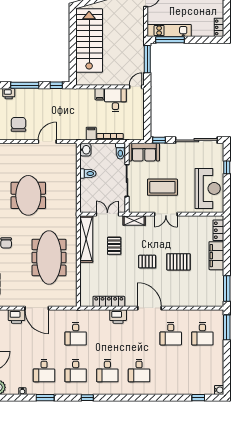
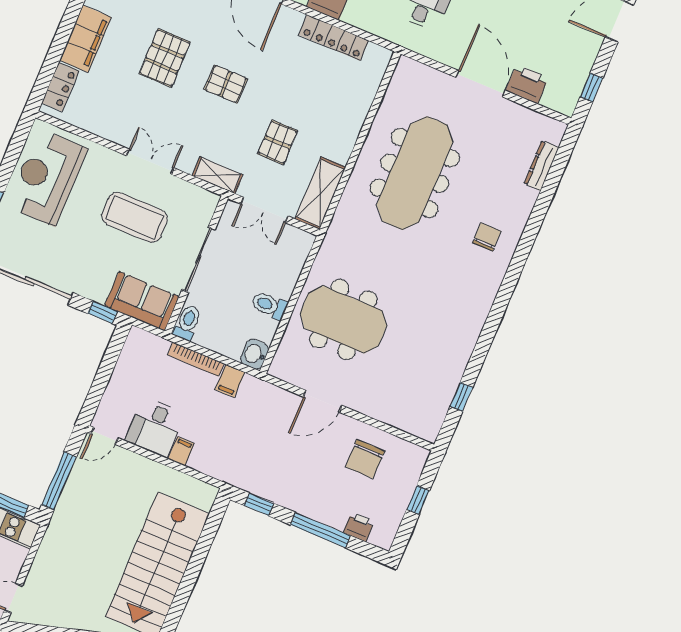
meeting table: (28, 195) -> (343, 319), moved, turned 90
shelving: (86, 239) -> (320, 193), width x0.68
pallet: (178, 262) -> (165, 58), turned 90

